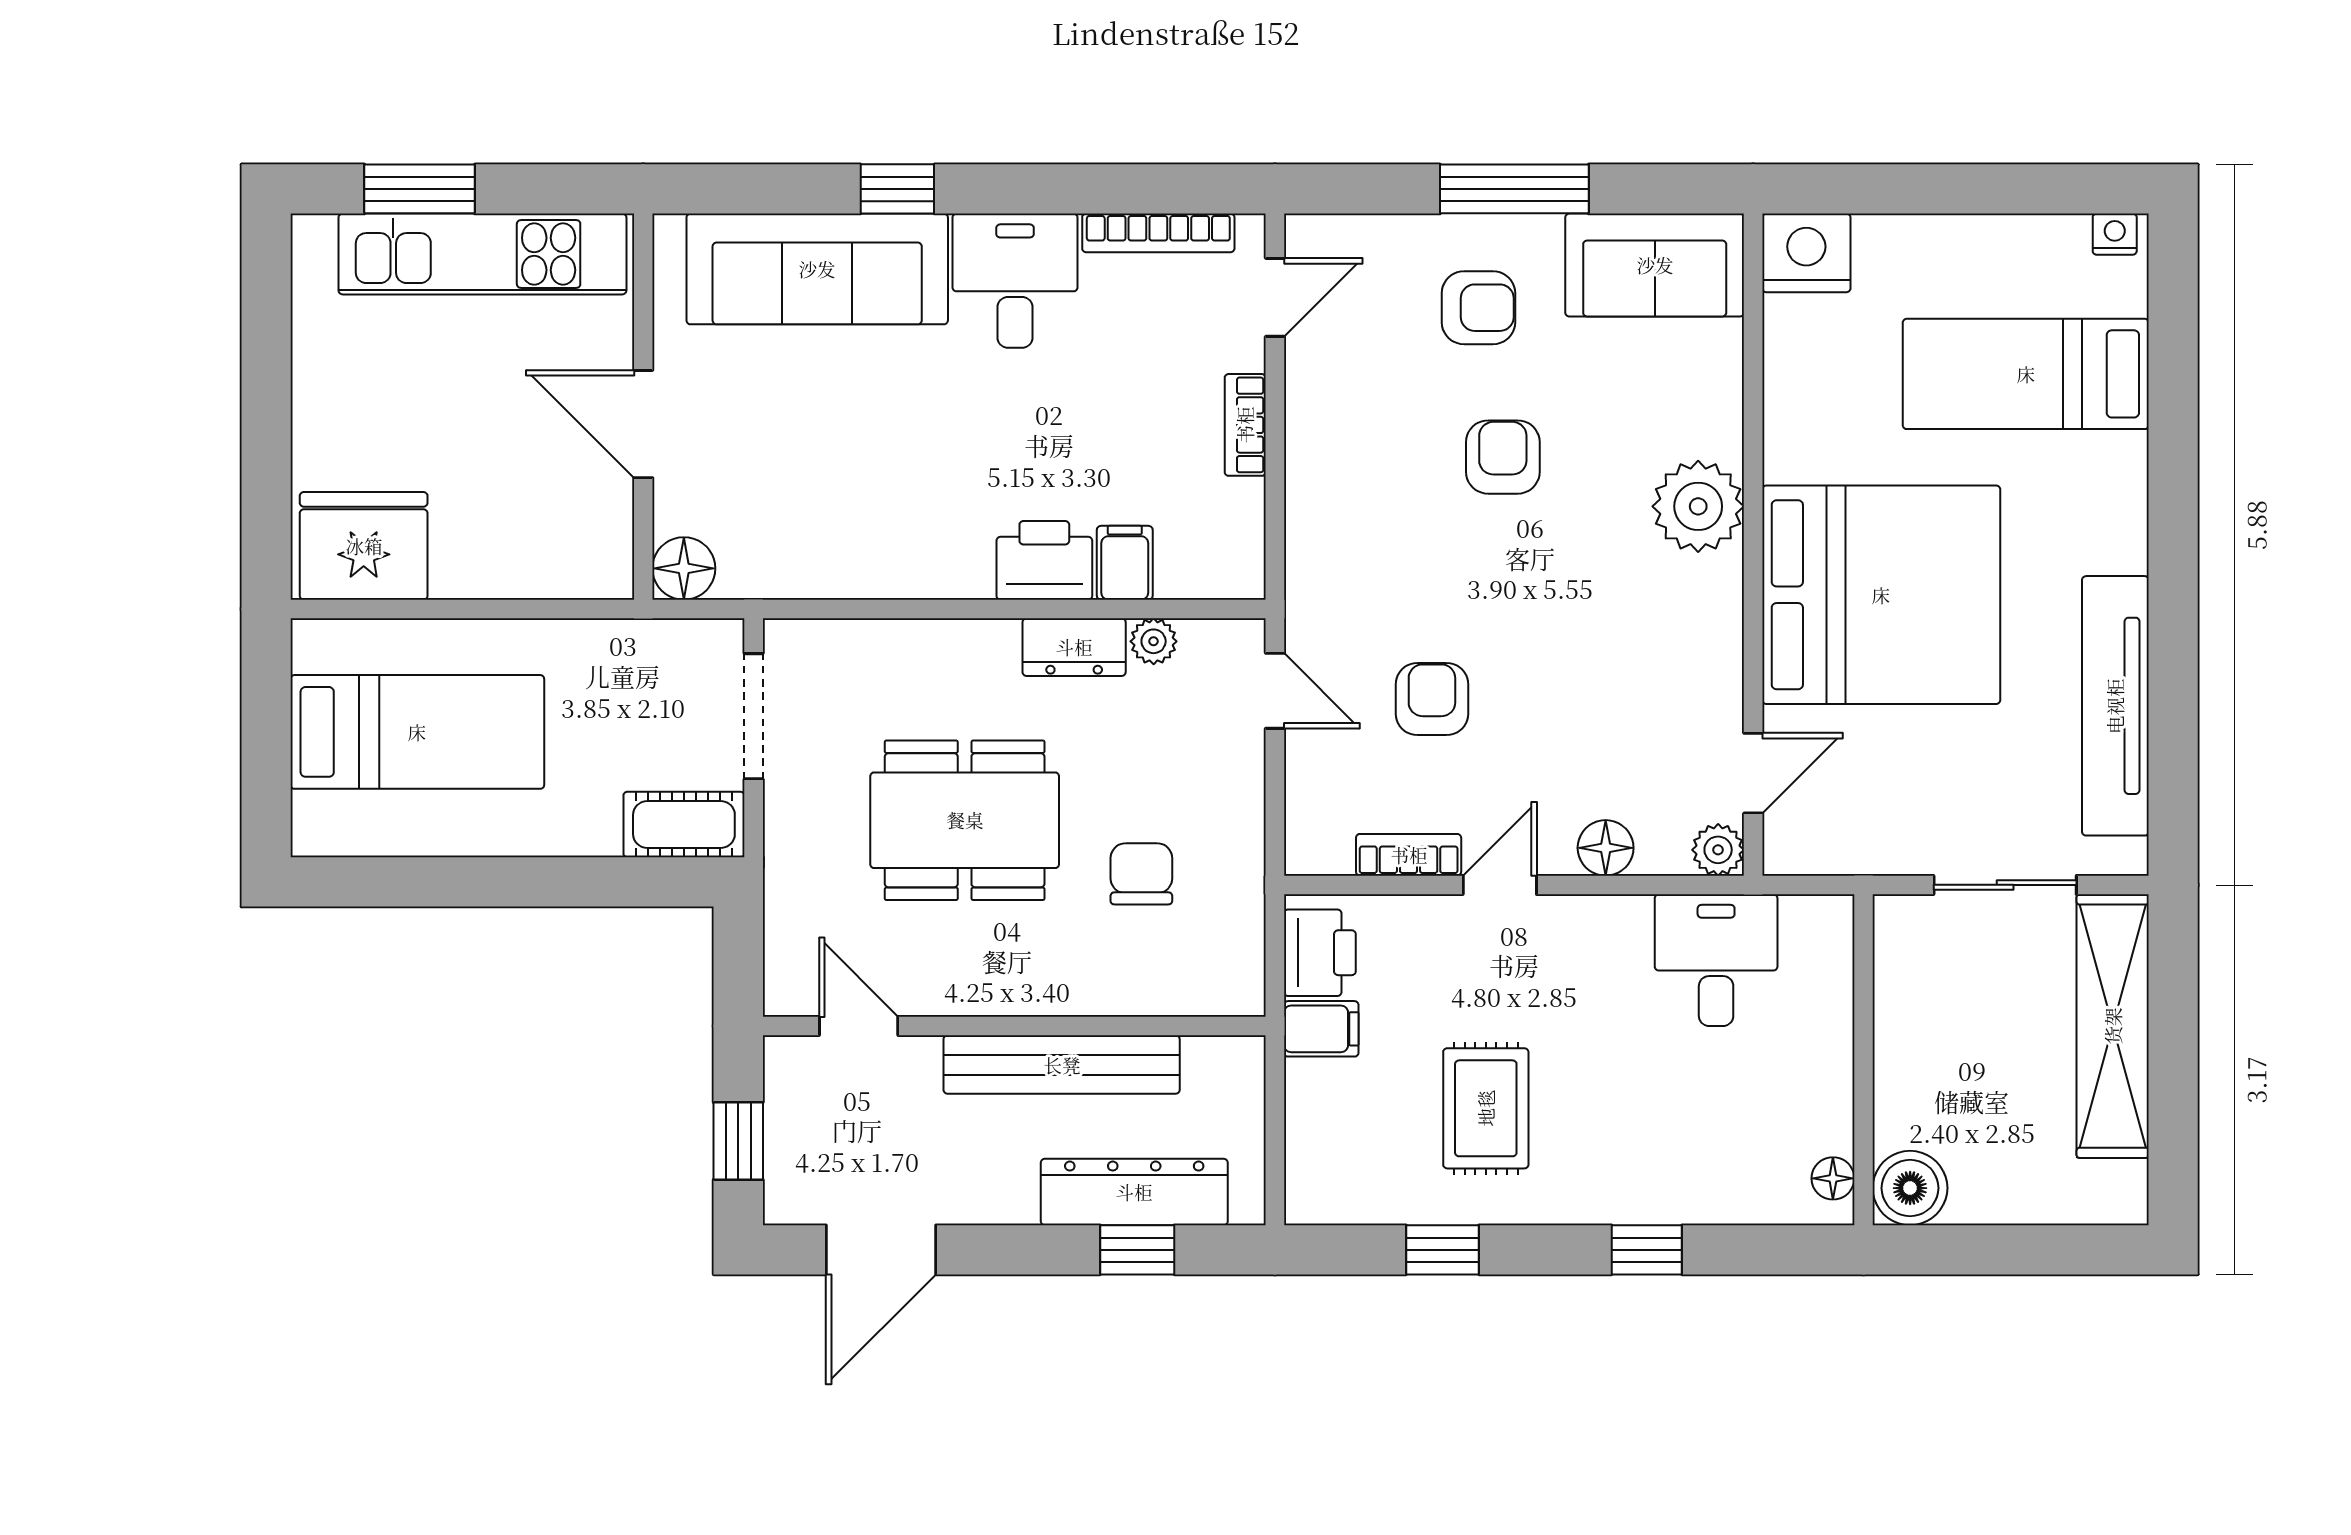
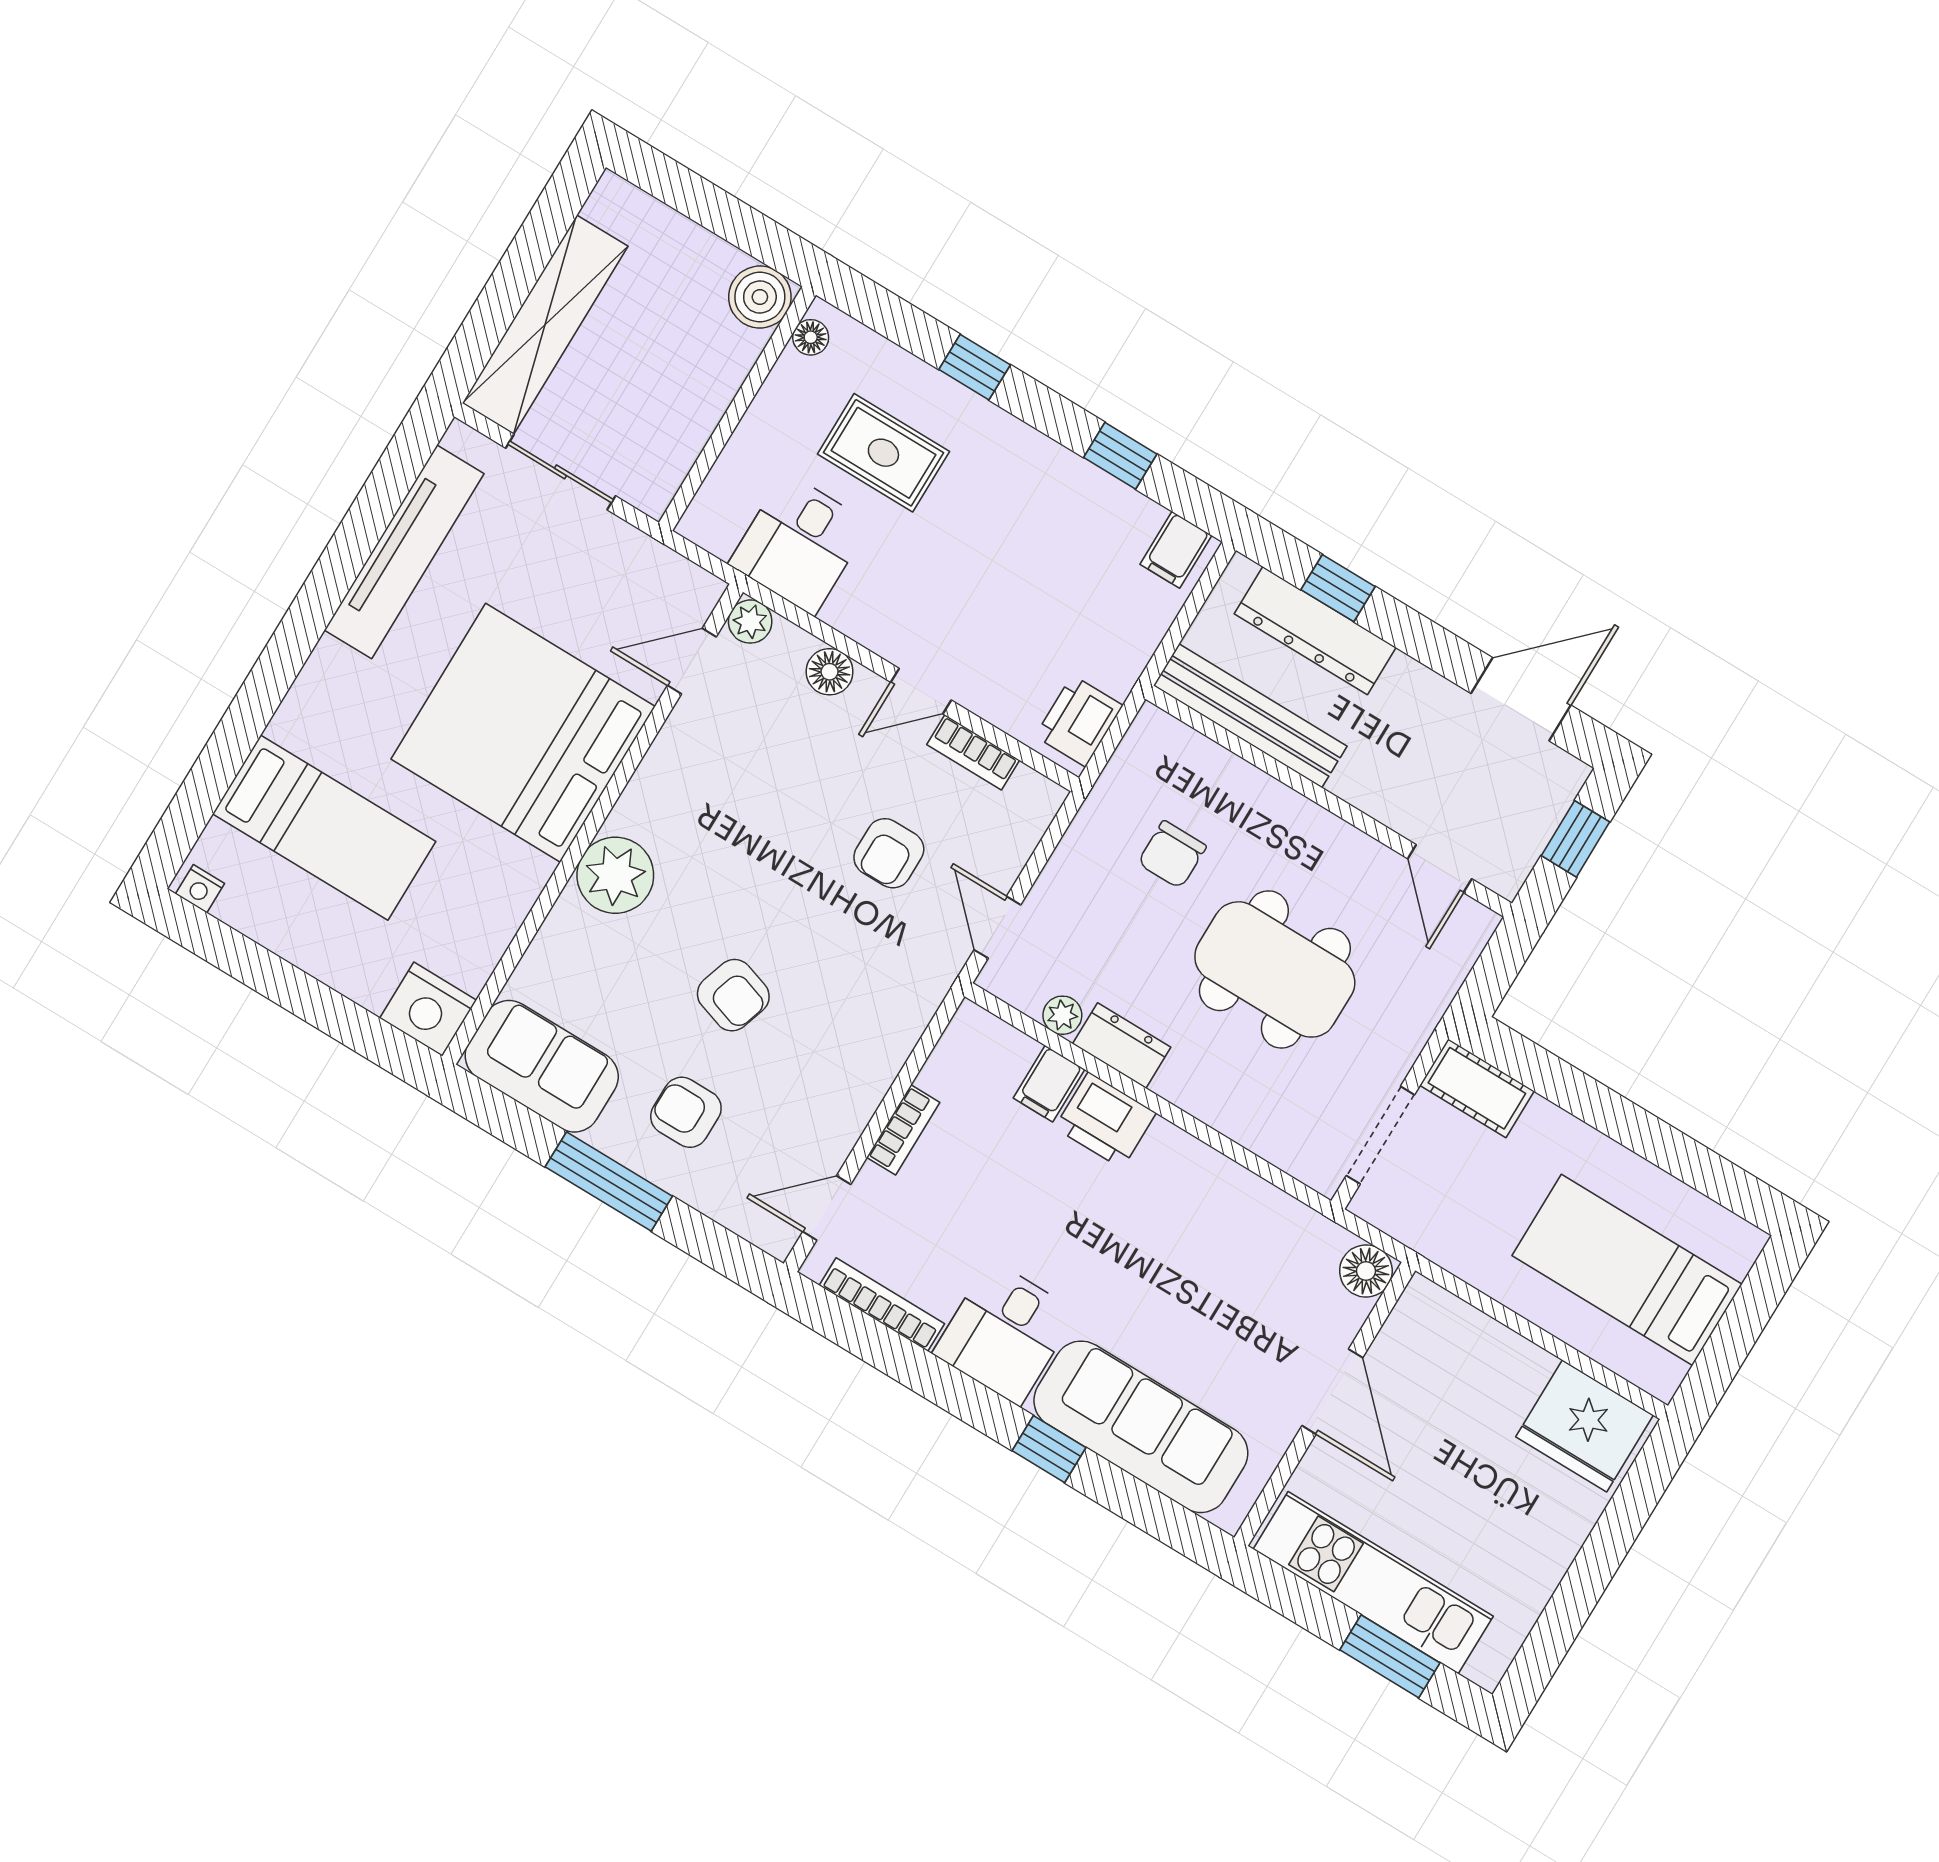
armchair: (1503, 457) -> (733, 995), turned -72
filing cabinet: (1321, 1029) -> (1176, 550), moved, turned -90
bench: (1062, 1065) -> (1250, 716), moved
rug: (1486, 1108) -> (883, 453), moved, turned 90

